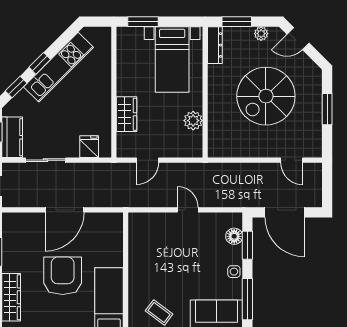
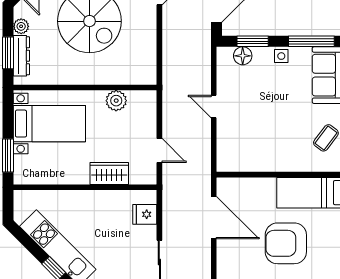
dresser: (215, 45) -> (21, 56), moved, turned 90
door: (65, 210) -> (214, 218), moved
door: (188, 210) -> (214, 106), hinge flipped

